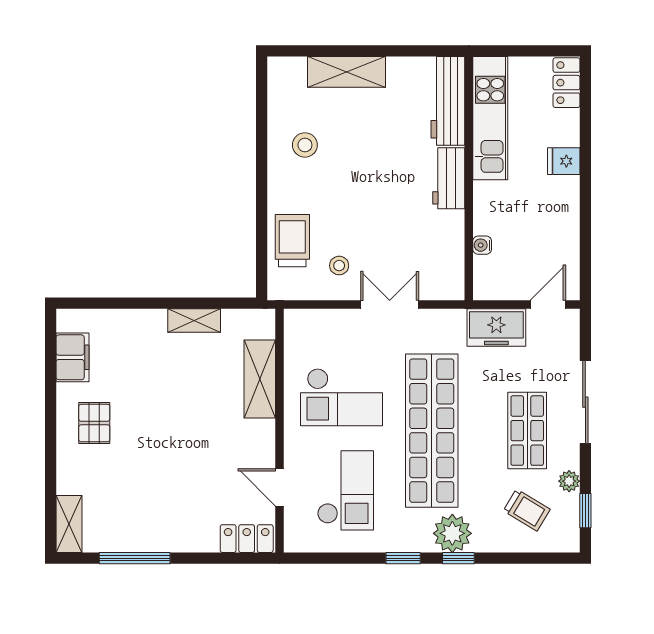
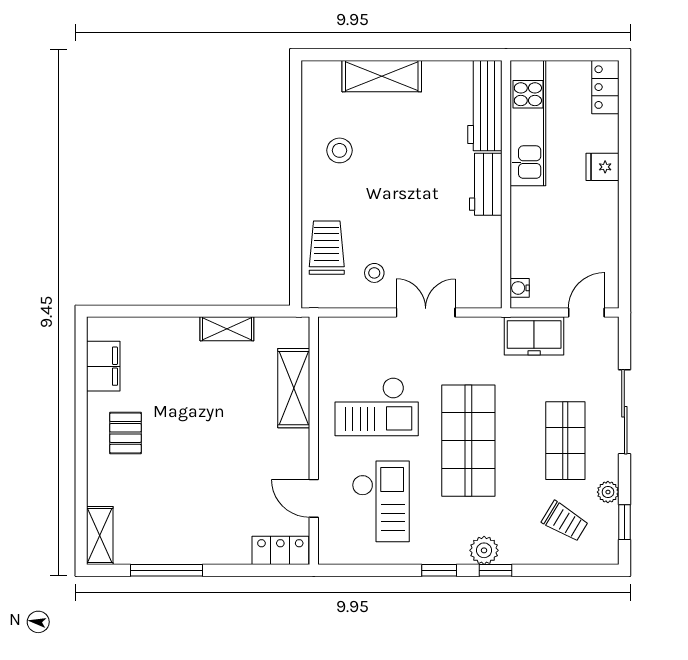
water cooler: (482, 245) -> (520, 288), moved
shop shelf: (432, 431) -> (468, 441), width x0.71
plant: (452, 533) -> (484, 550), width x0.73, depth x0.73

